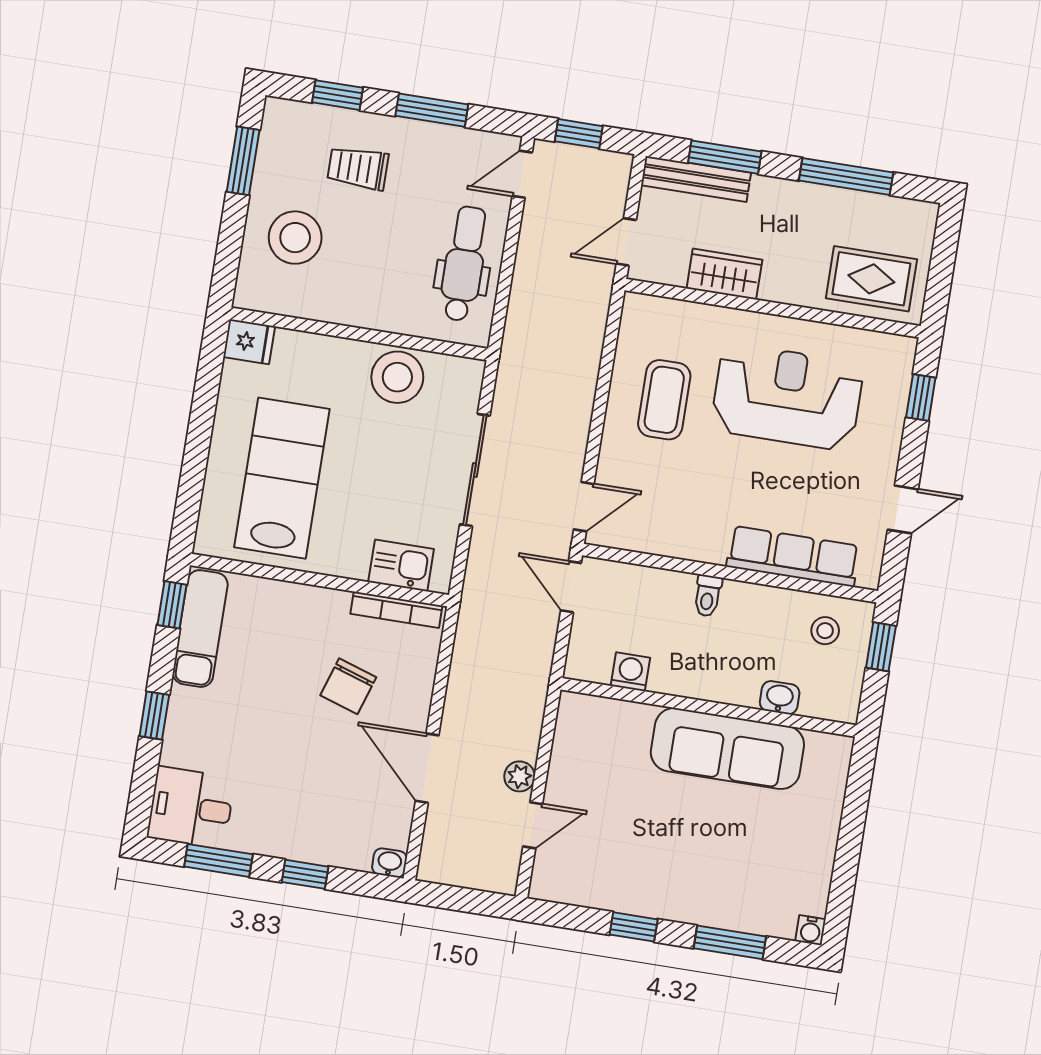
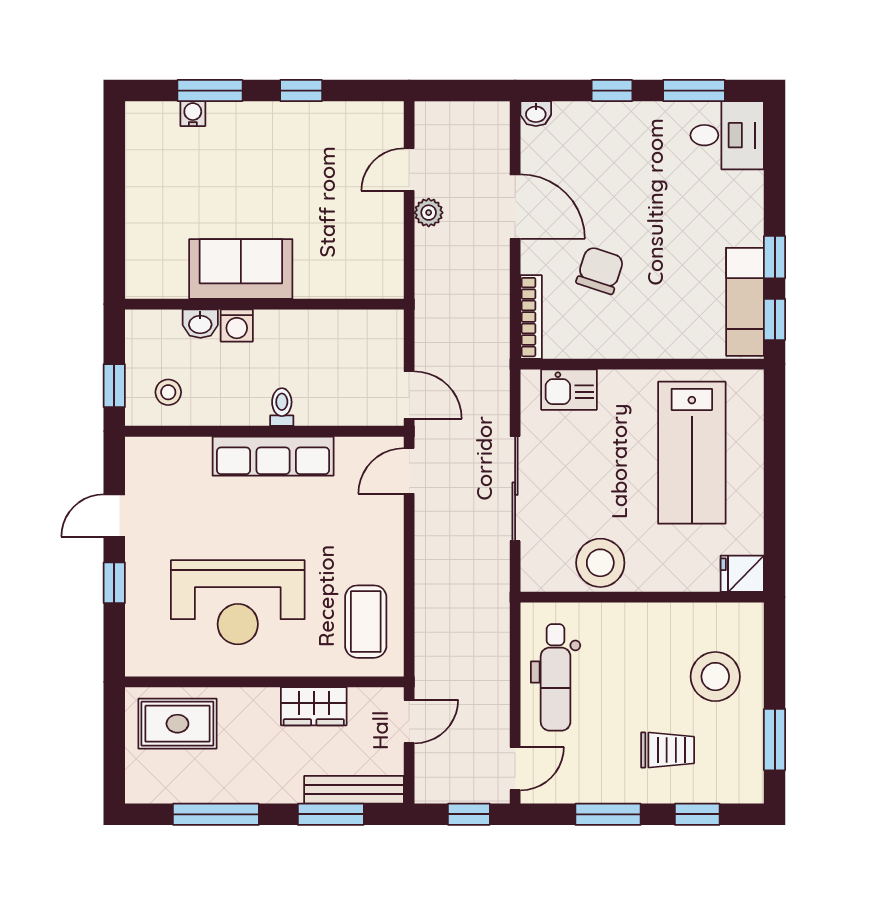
window: (921, 398) -> (114, 583), moved
coffee table: (664, 400) -> (366, 622), moved
row of seats: (793, 556) -> (273, 456), moved
bookcase: (396, 610) -> (531, 317), moved, turned 90
washing machine: (630, 672) -> (237, 325), moved
window: (154, 715) -> (775, 257), moved
sofa: (727, 749) -> (241, 269), width x0.73
water cooler: (810, 930) -> (193, 114), moved

